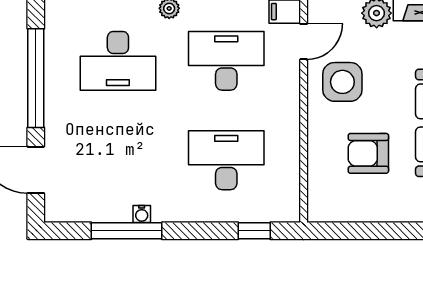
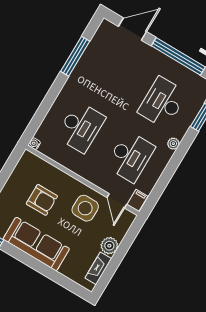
armchair: (368, 153) -> (42, 200), turned 90
water cooler: (142, 214) -> (34, 144), moved
window: (254, 231) -> (37, 120), removed

